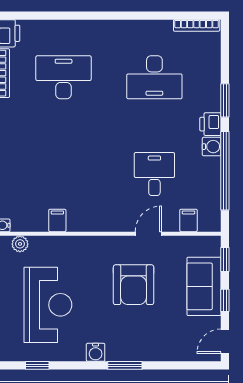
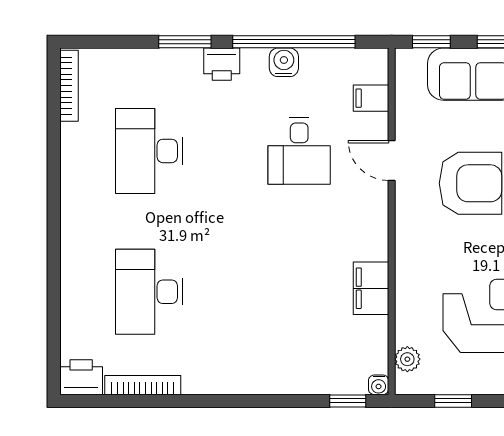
desk: (154, 77) -> (149, 151), turned 180
water cooler: (212, 147) -> (284, 62), moved
desk: (154, 174) -> (299, 151), turned -90
filing cabinet: (57, 220) -> (371, 288), width x2.00

